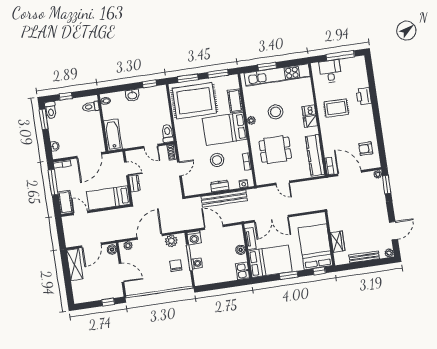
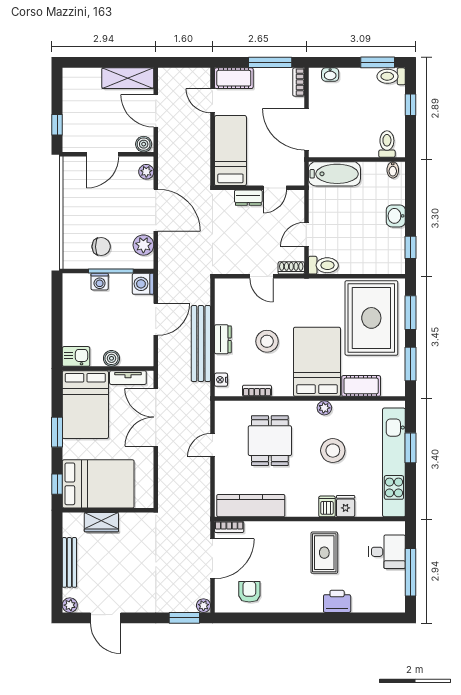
fridge: (310, 121) -> (346, 506), moved
door: (81, 213) -> (213, 101), swing flipped

